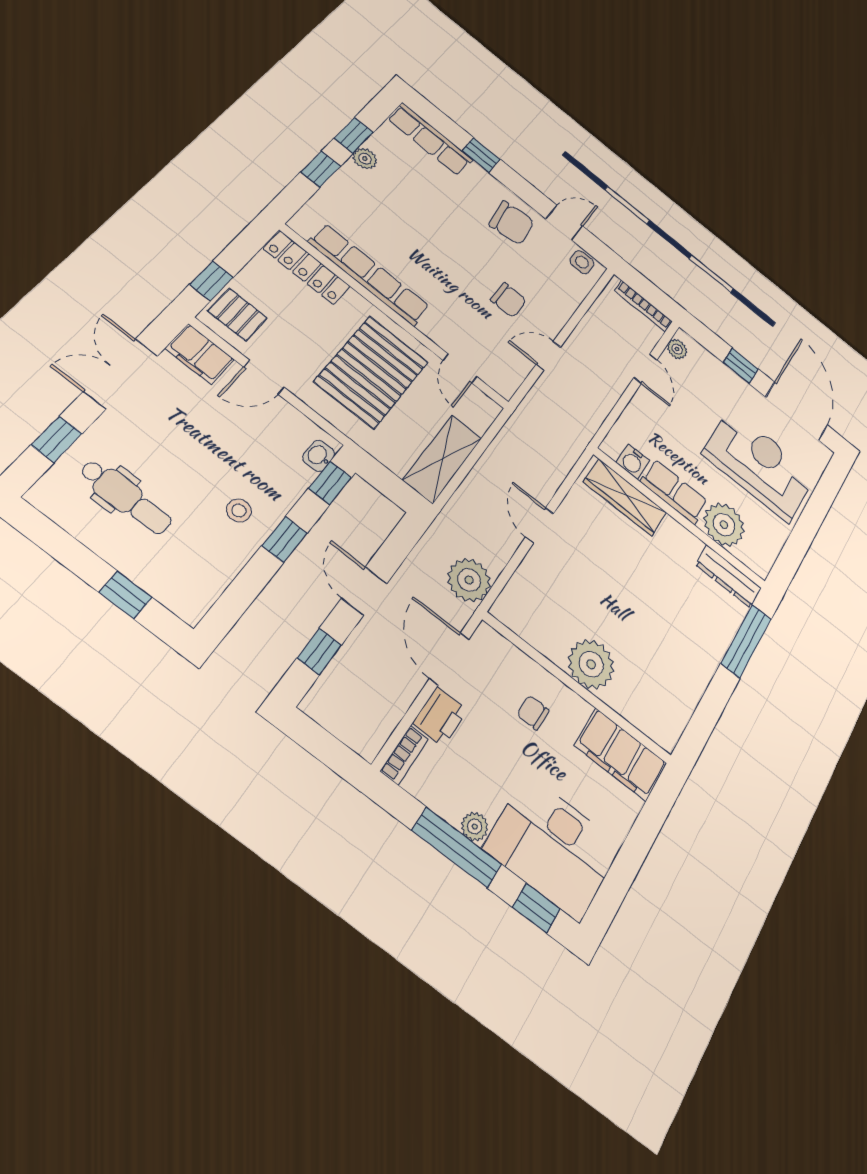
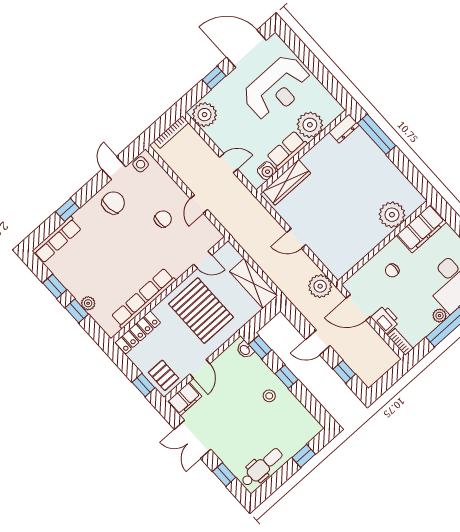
plant: (365, 159) -> (88, 303), moved
pallet: (238, 314) -> (164, 375), turned 90
plant: (677, 349) -> (205, 115), width x1.88, depth x1.88
door: (646, 369) -> (228, 163), moved
reception desk: (759, 465) -> (277, 88), turned 180
dental chair: (126, 497) -> (262, 467), moved
dresser: (729, 576) -> (344, 129), width x0.70
plant: (591, 664) -> (392, 215), moved

